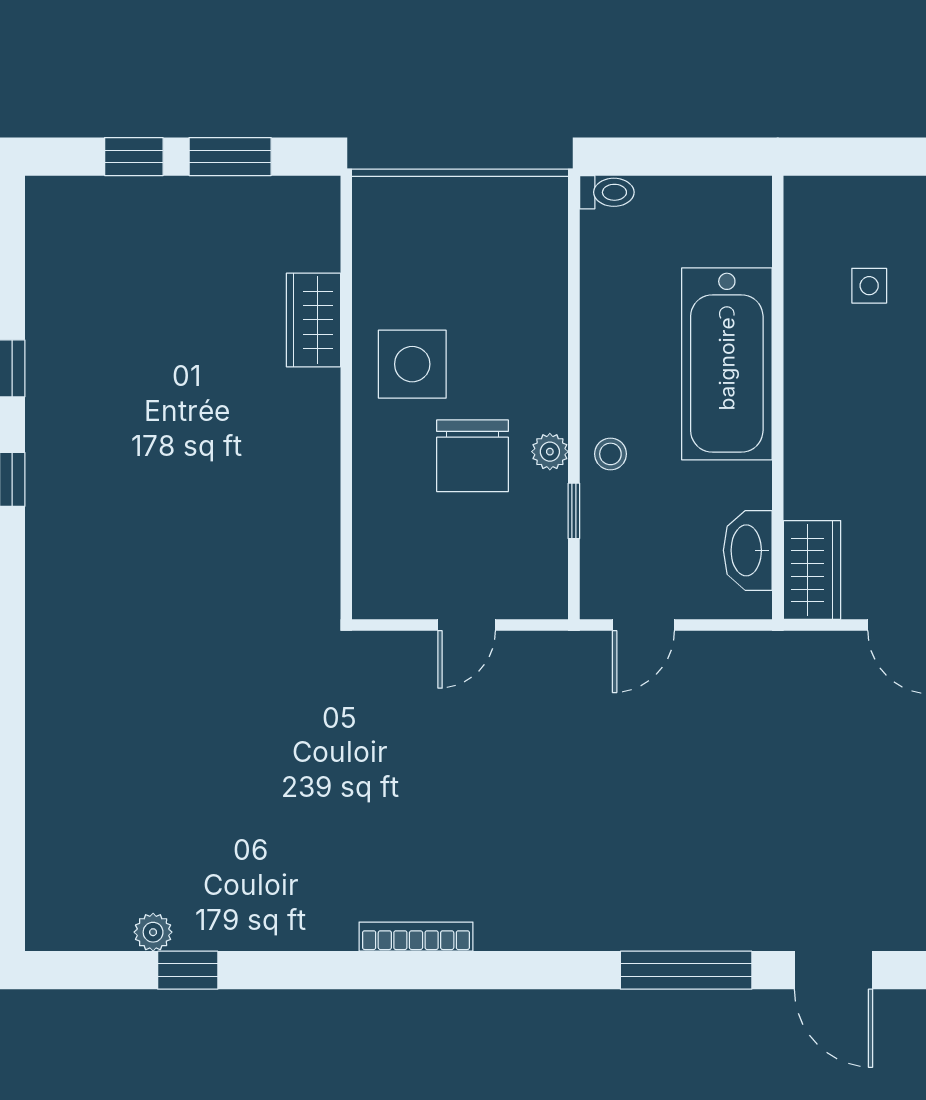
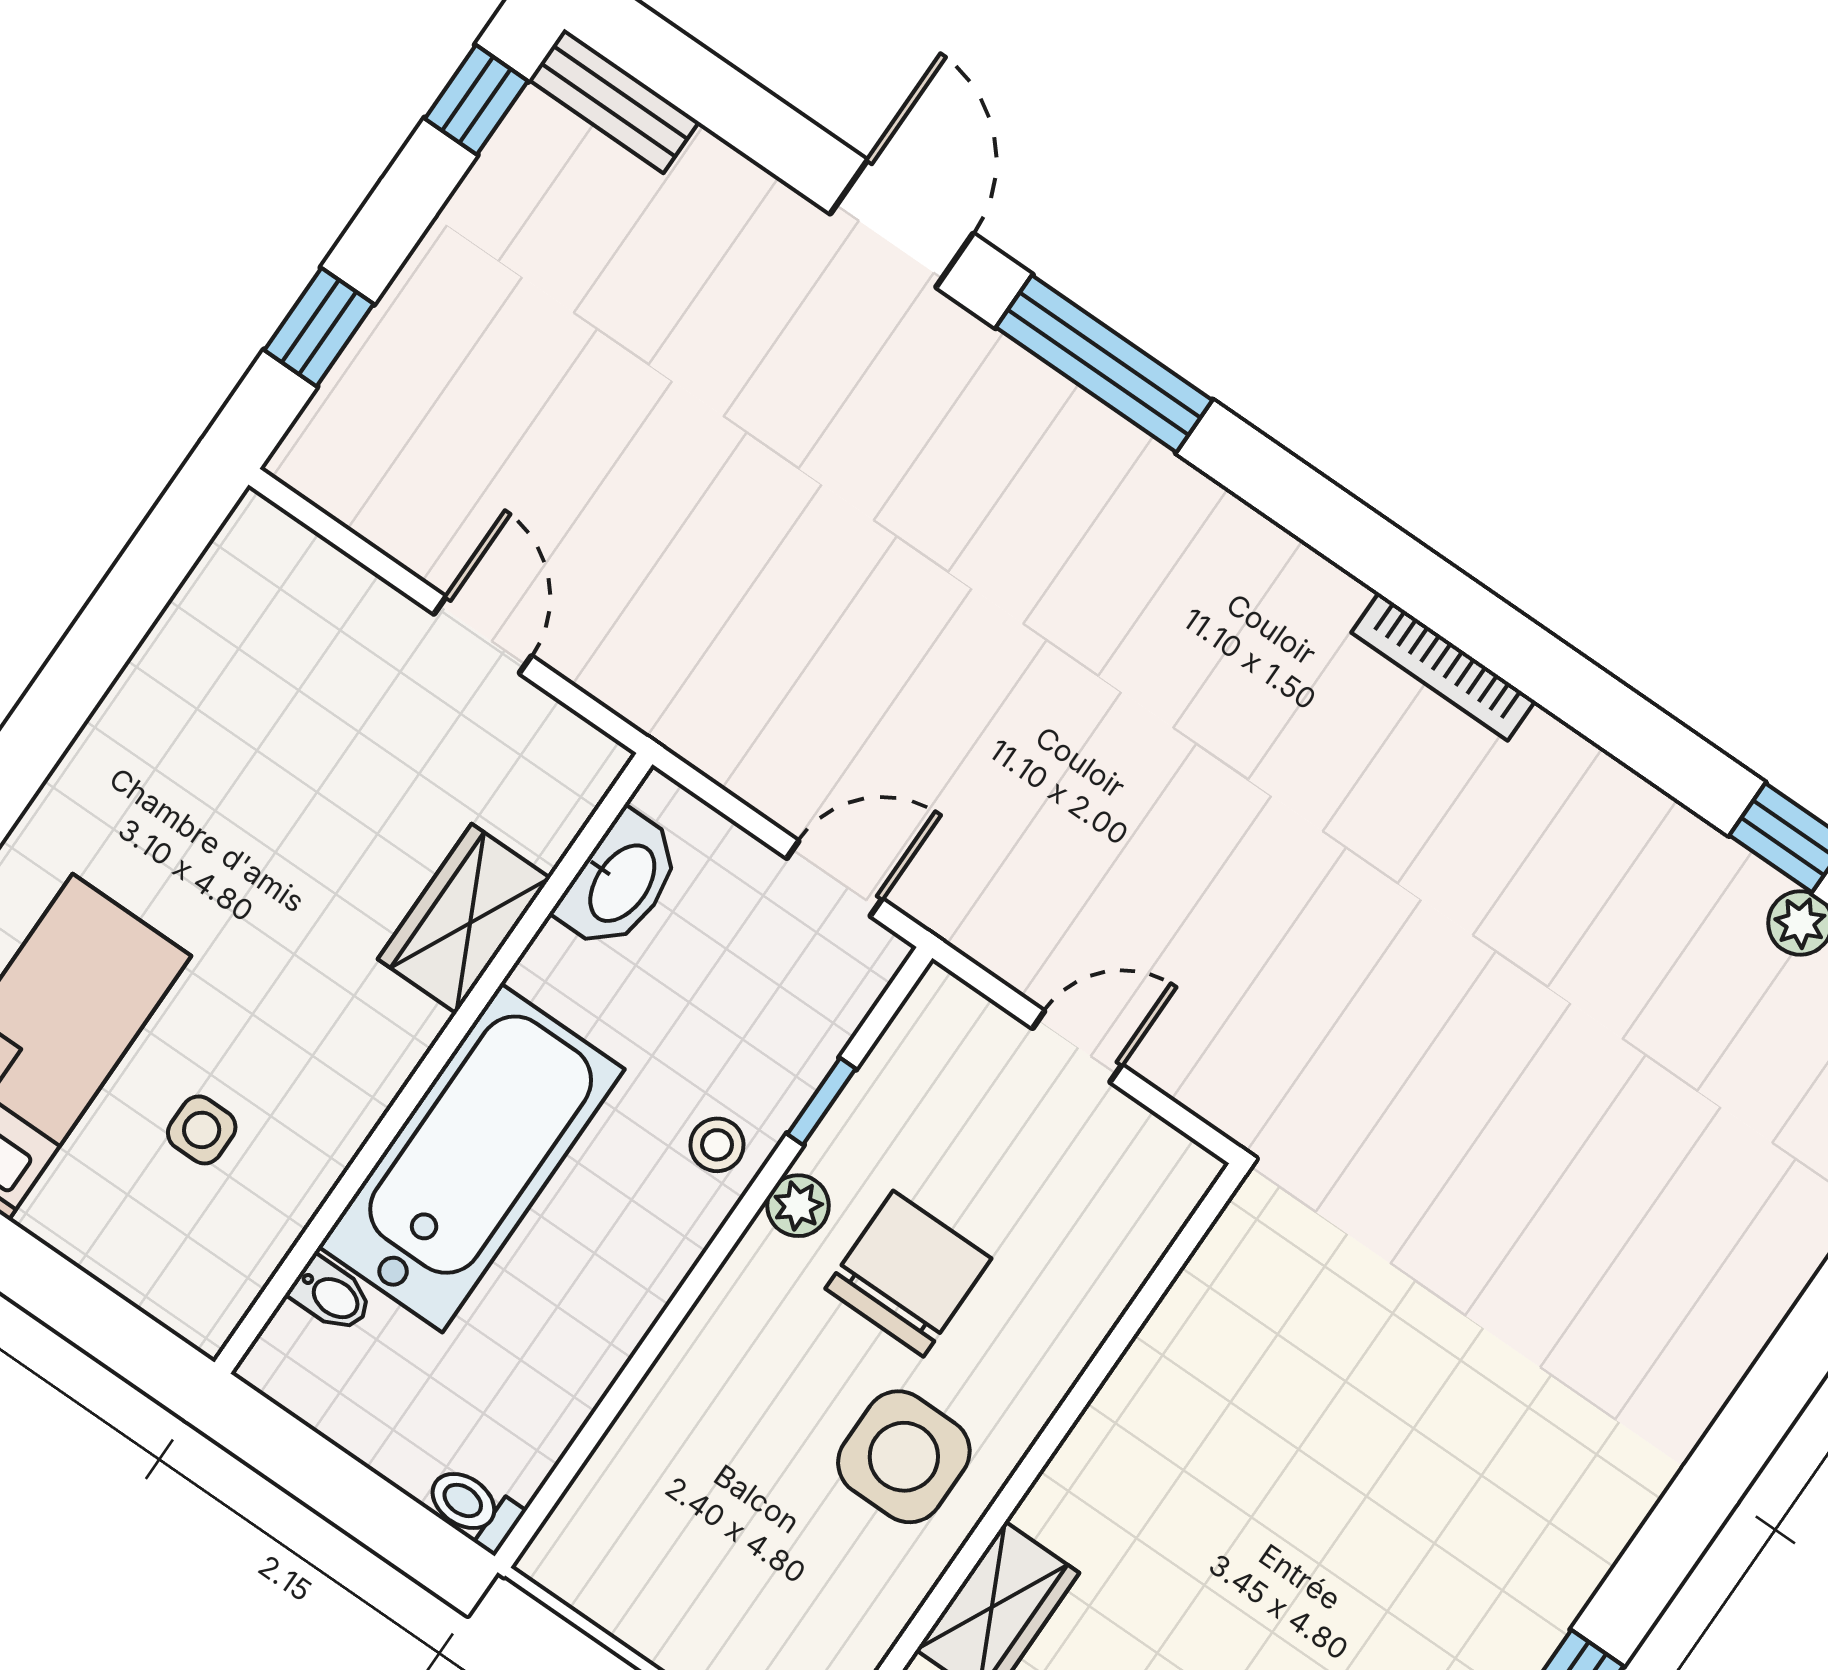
bidet: (749, 249) -> (331, 1295), added
wardrobe: (812, 570) -> (464, 919), moved

